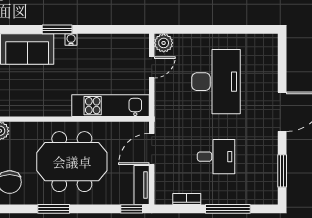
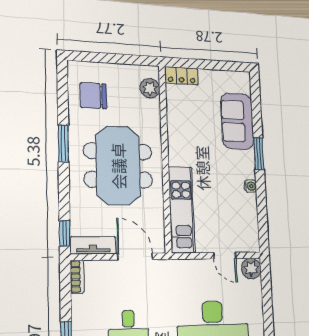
water cooler: (71, 39) -> (250, 186), moved
bookcase: (187, 199) -> (77, 277), moved

